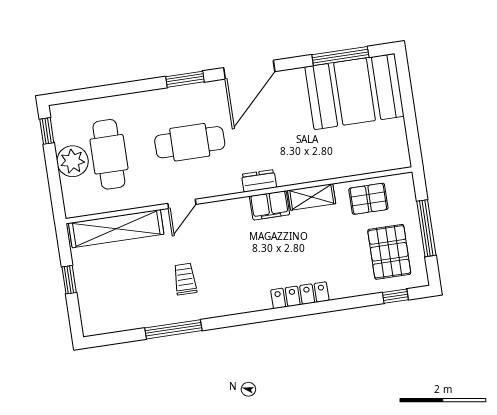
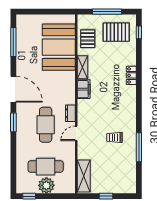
booth: (355, 92) -> (59, 47), moved
dresser: (259, 181) -> (70, 113), moved
door: (182, 204) -> (76, 133), swing flipped
shelving: (116, 229) -> (84, 176), width x0.68
locker: (300, 295) -> (131, 75), width x0.66

